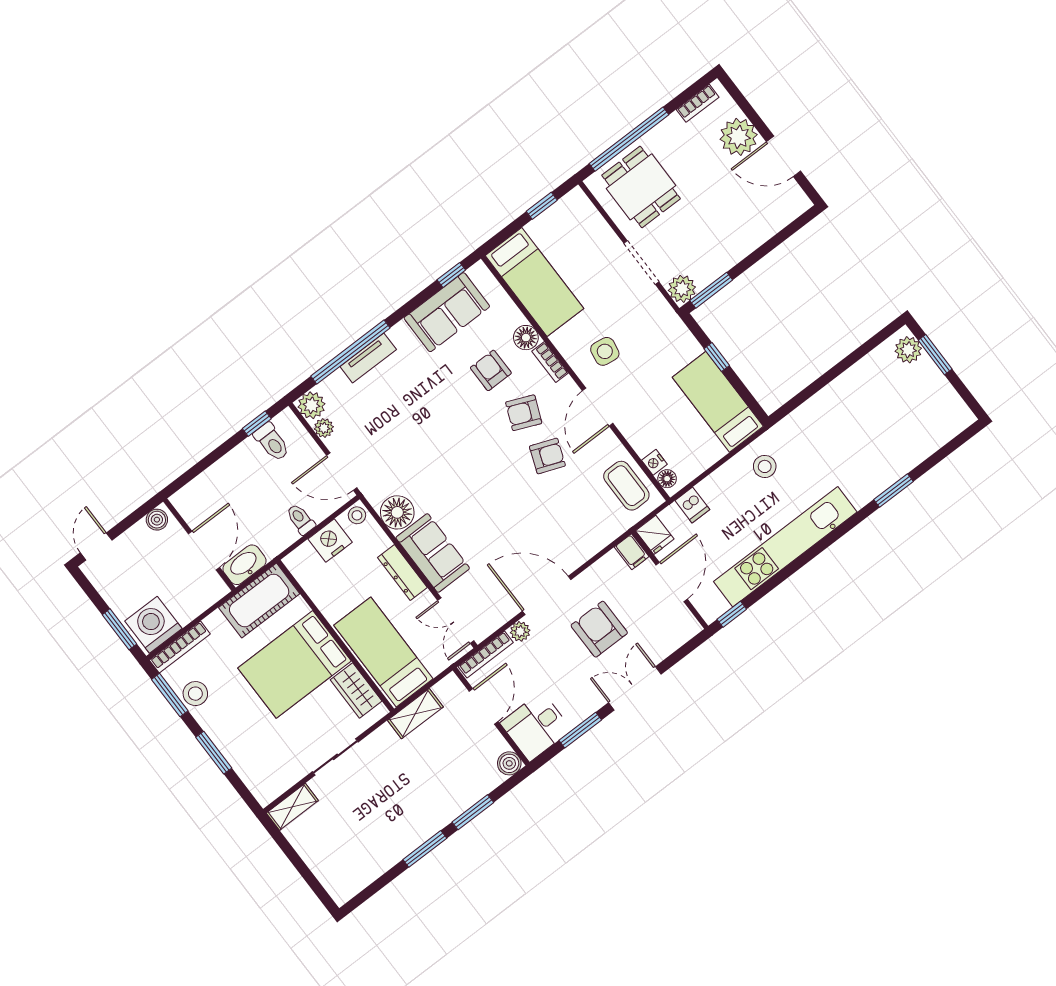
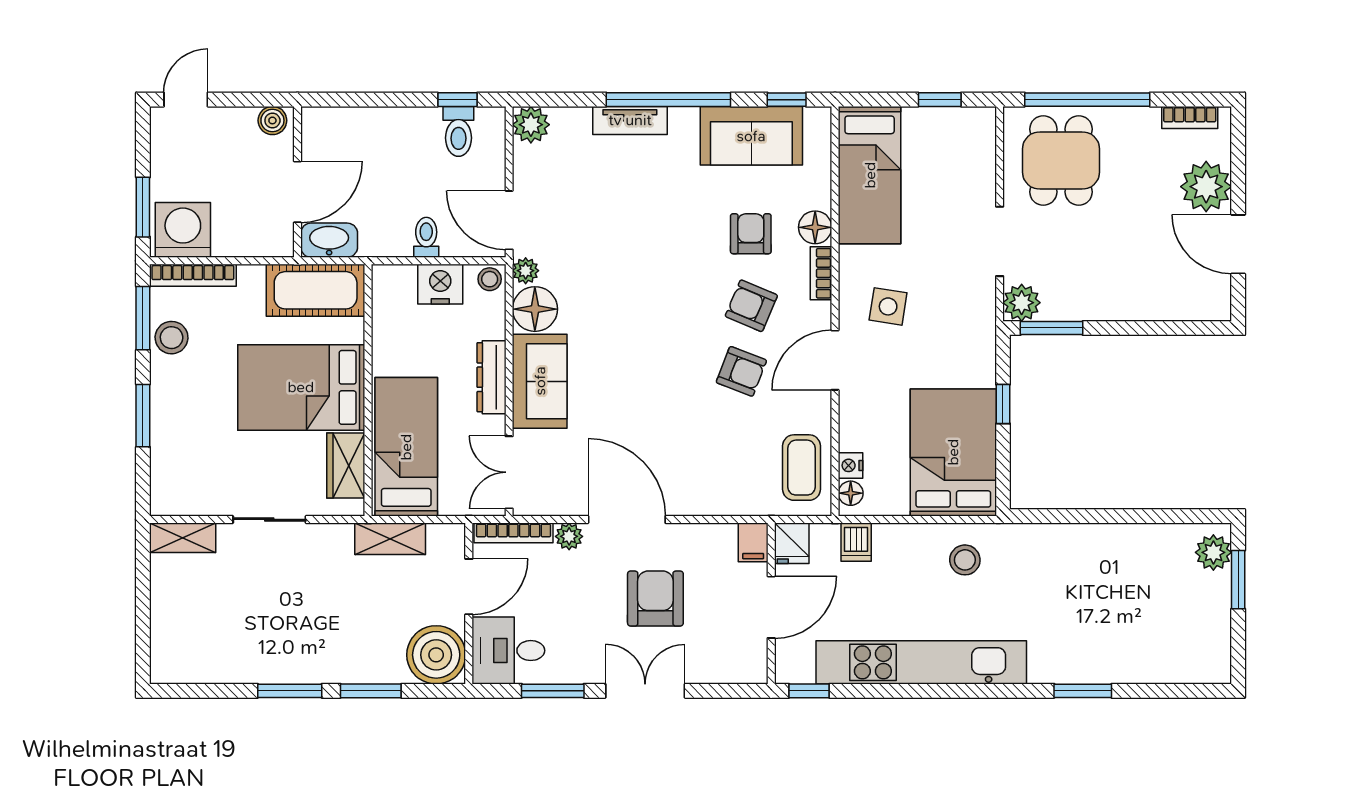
window: (350, 352) -> (668, 100), moved
bed: (718, 402) -> (953, 452), width x1.50
plant: (324, 428) -> (526, 271), moved
boiler: (509, 763) -> (436, 655), width x1.86, depth x1.86

